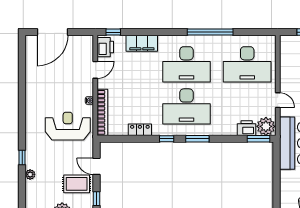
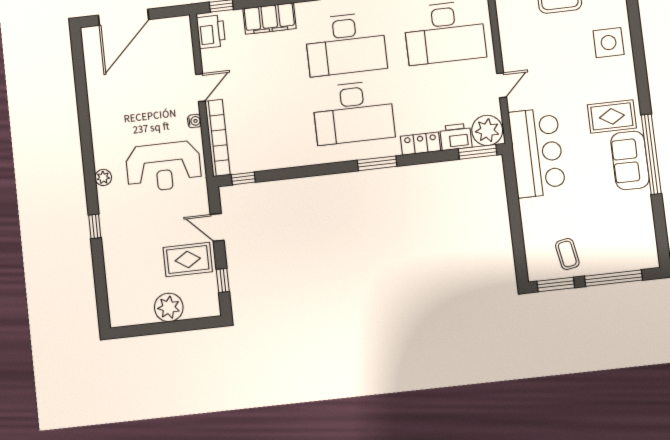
door: (95, 70) -> (201, 88), moved
door: (278, 100) -> (502, 85), hinge flipped
reception desk: (68, 126) -> (164, 167), turned 180
locker: (140, 130) -> (421, 144), moved
window: (167, 139) -> (243, 178), moved
plant: (30, 174) -> (103, 177), moved

